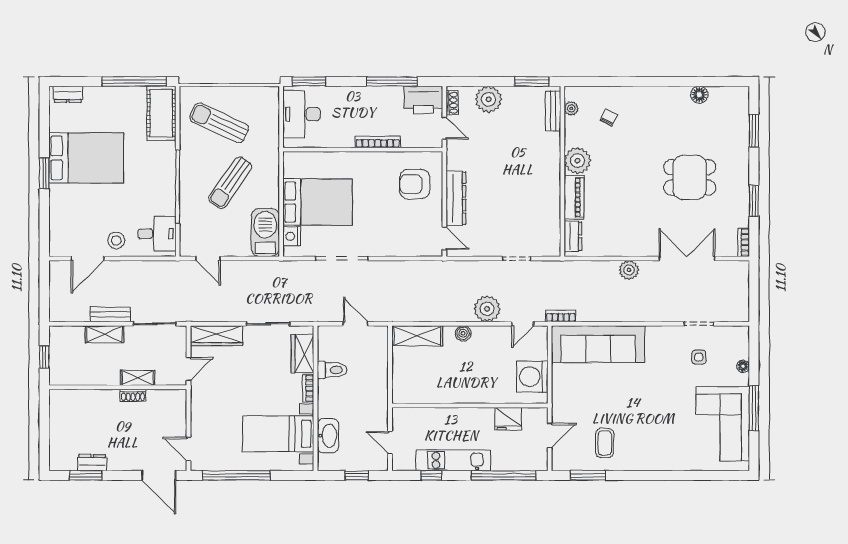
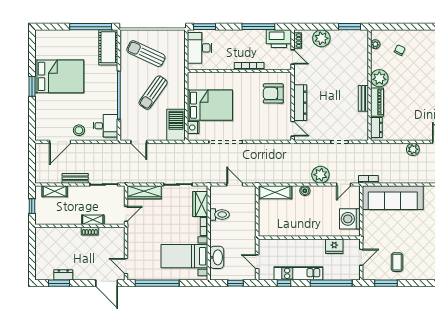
dresser: (68, 94) -> (47, 35), removed
bench: (553, 111) -> (363, 98), moved
shelving: (105, 334) -> (55, 191), moved

